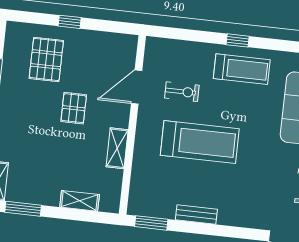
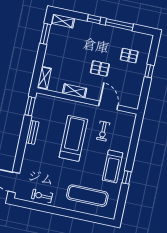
window: (238, 40) -> (127, 177), moved
pallet: (46, 59) -> (129, 56), width x0.67, depth x0.71
treadmill: (200, 142) -> (73, 138), turned 180
shelving: (80, 201) -> (44, 78), moved

